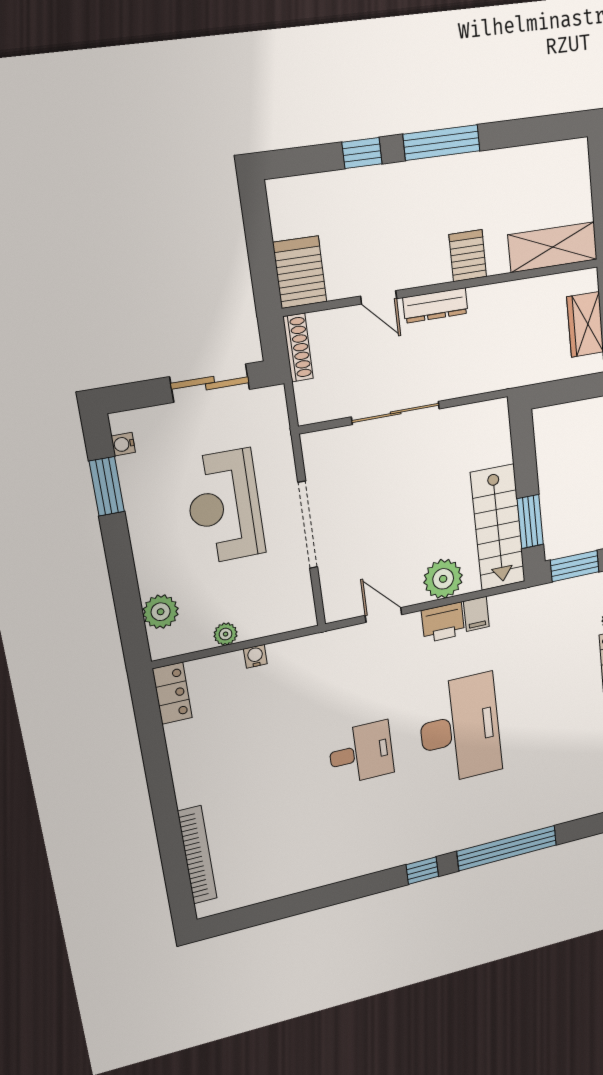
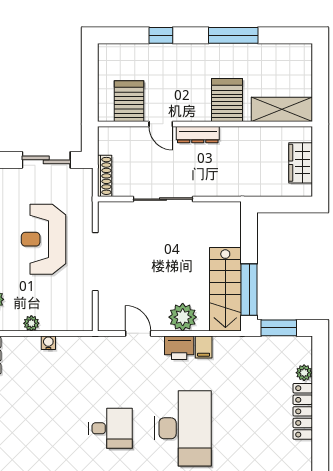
window: (442, 143) -> (233, 35), moved
server rack: (468, 256) -> (227, 100), width x1.36, depth x1.44
server rack: (300, 272) -> (129, 101), moved
shoe rack: (298, 348) -> (105, 176), moved
window: (530, 522) -> (249, 290), width x1.44

